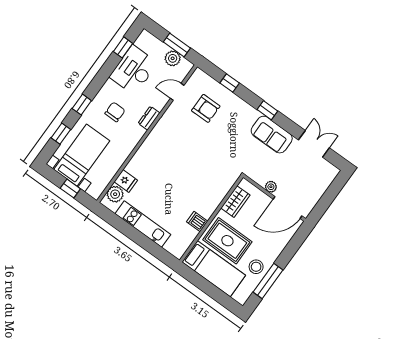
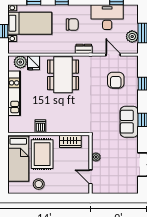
sofa: (272, 135) -> (129, 122), moved
dining table: (161, 159) -> (63, 75), added
door: (288, 207) -> (90, 177), width x0.53
window: (268, 281) -> (35, 198), removed

